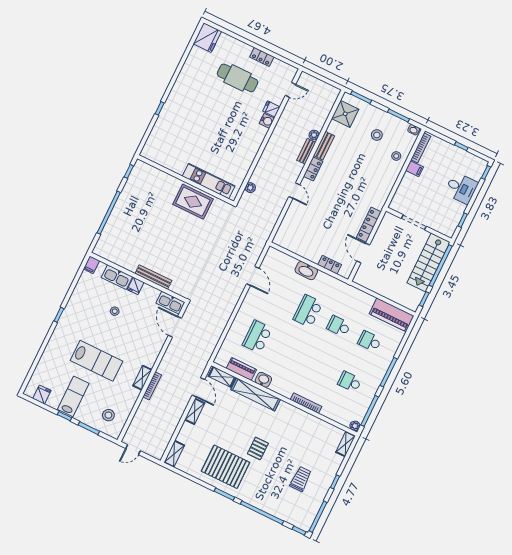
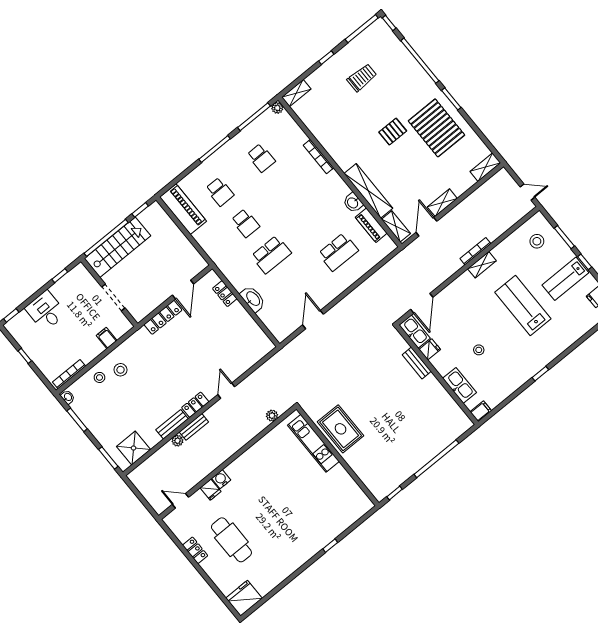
stool: (377, 135) -> (121, 370), moved
filing cabinet: (415, 169) -> (107, 338), moved
bench: (153, 277) -> (417, 363), width x0.73
fridge: (136, 286) -> (430, 349), moved
trolley: (301, 479) -> (362, 78), turned 180

